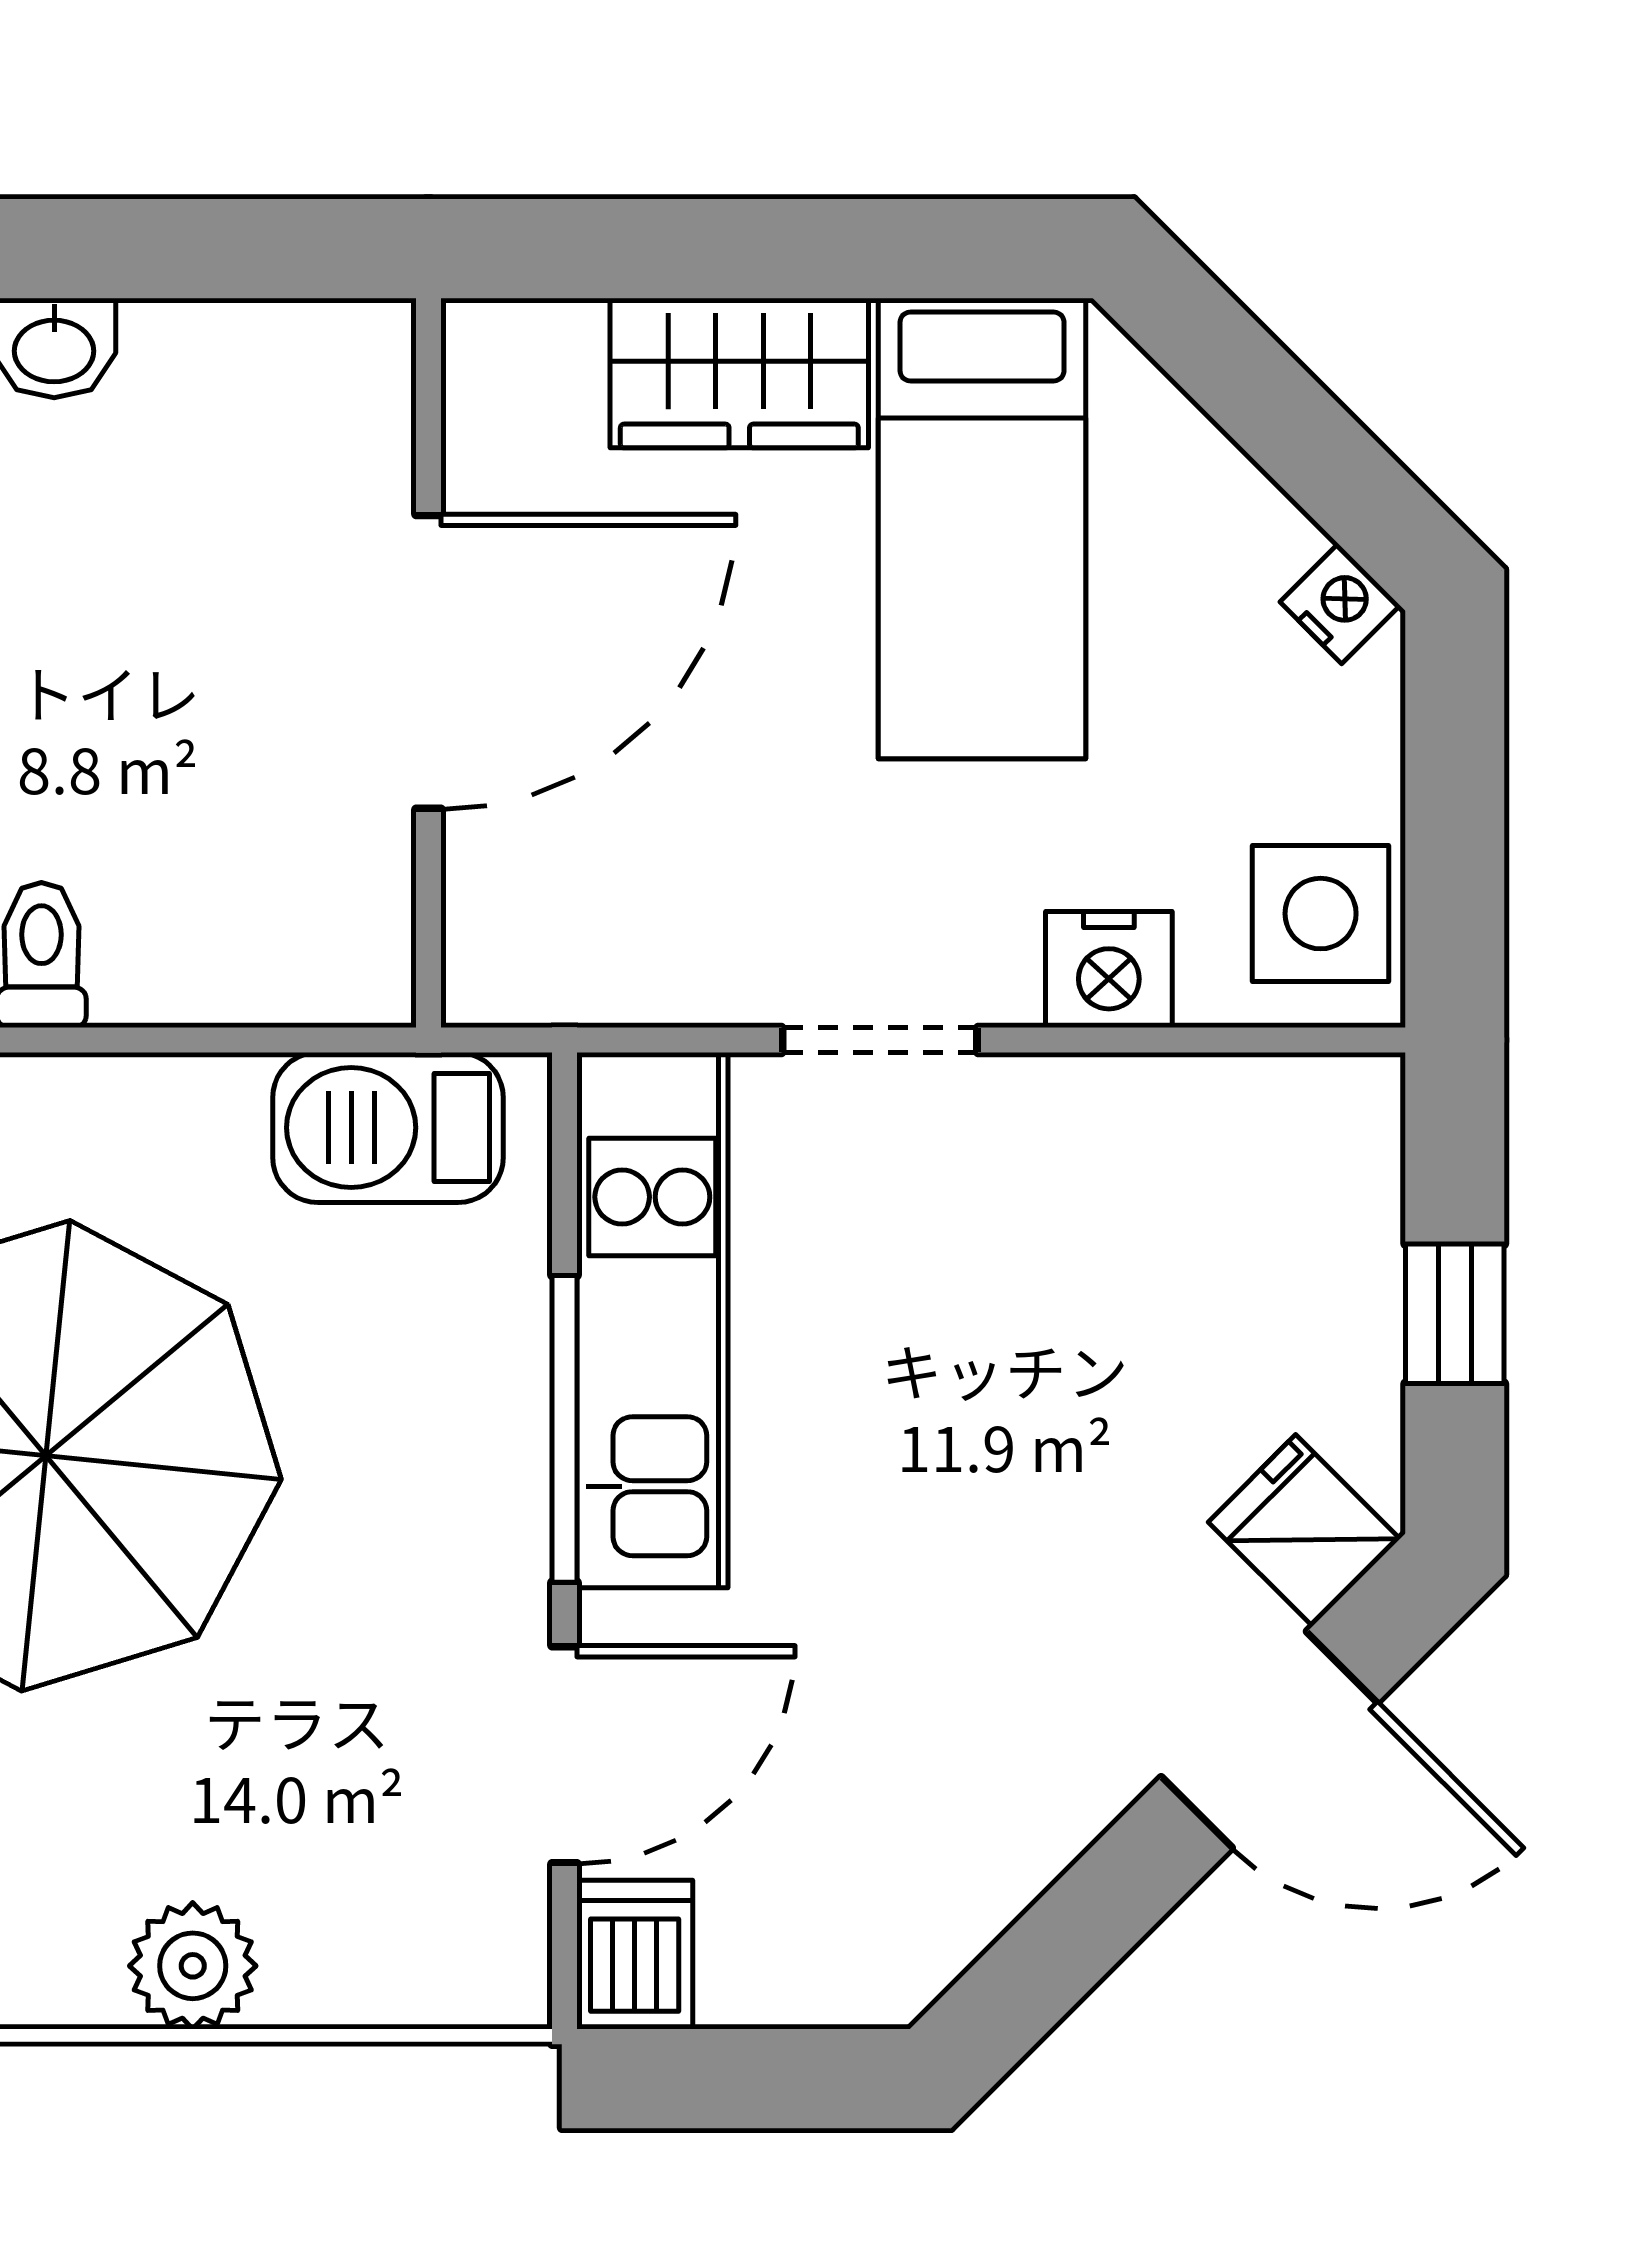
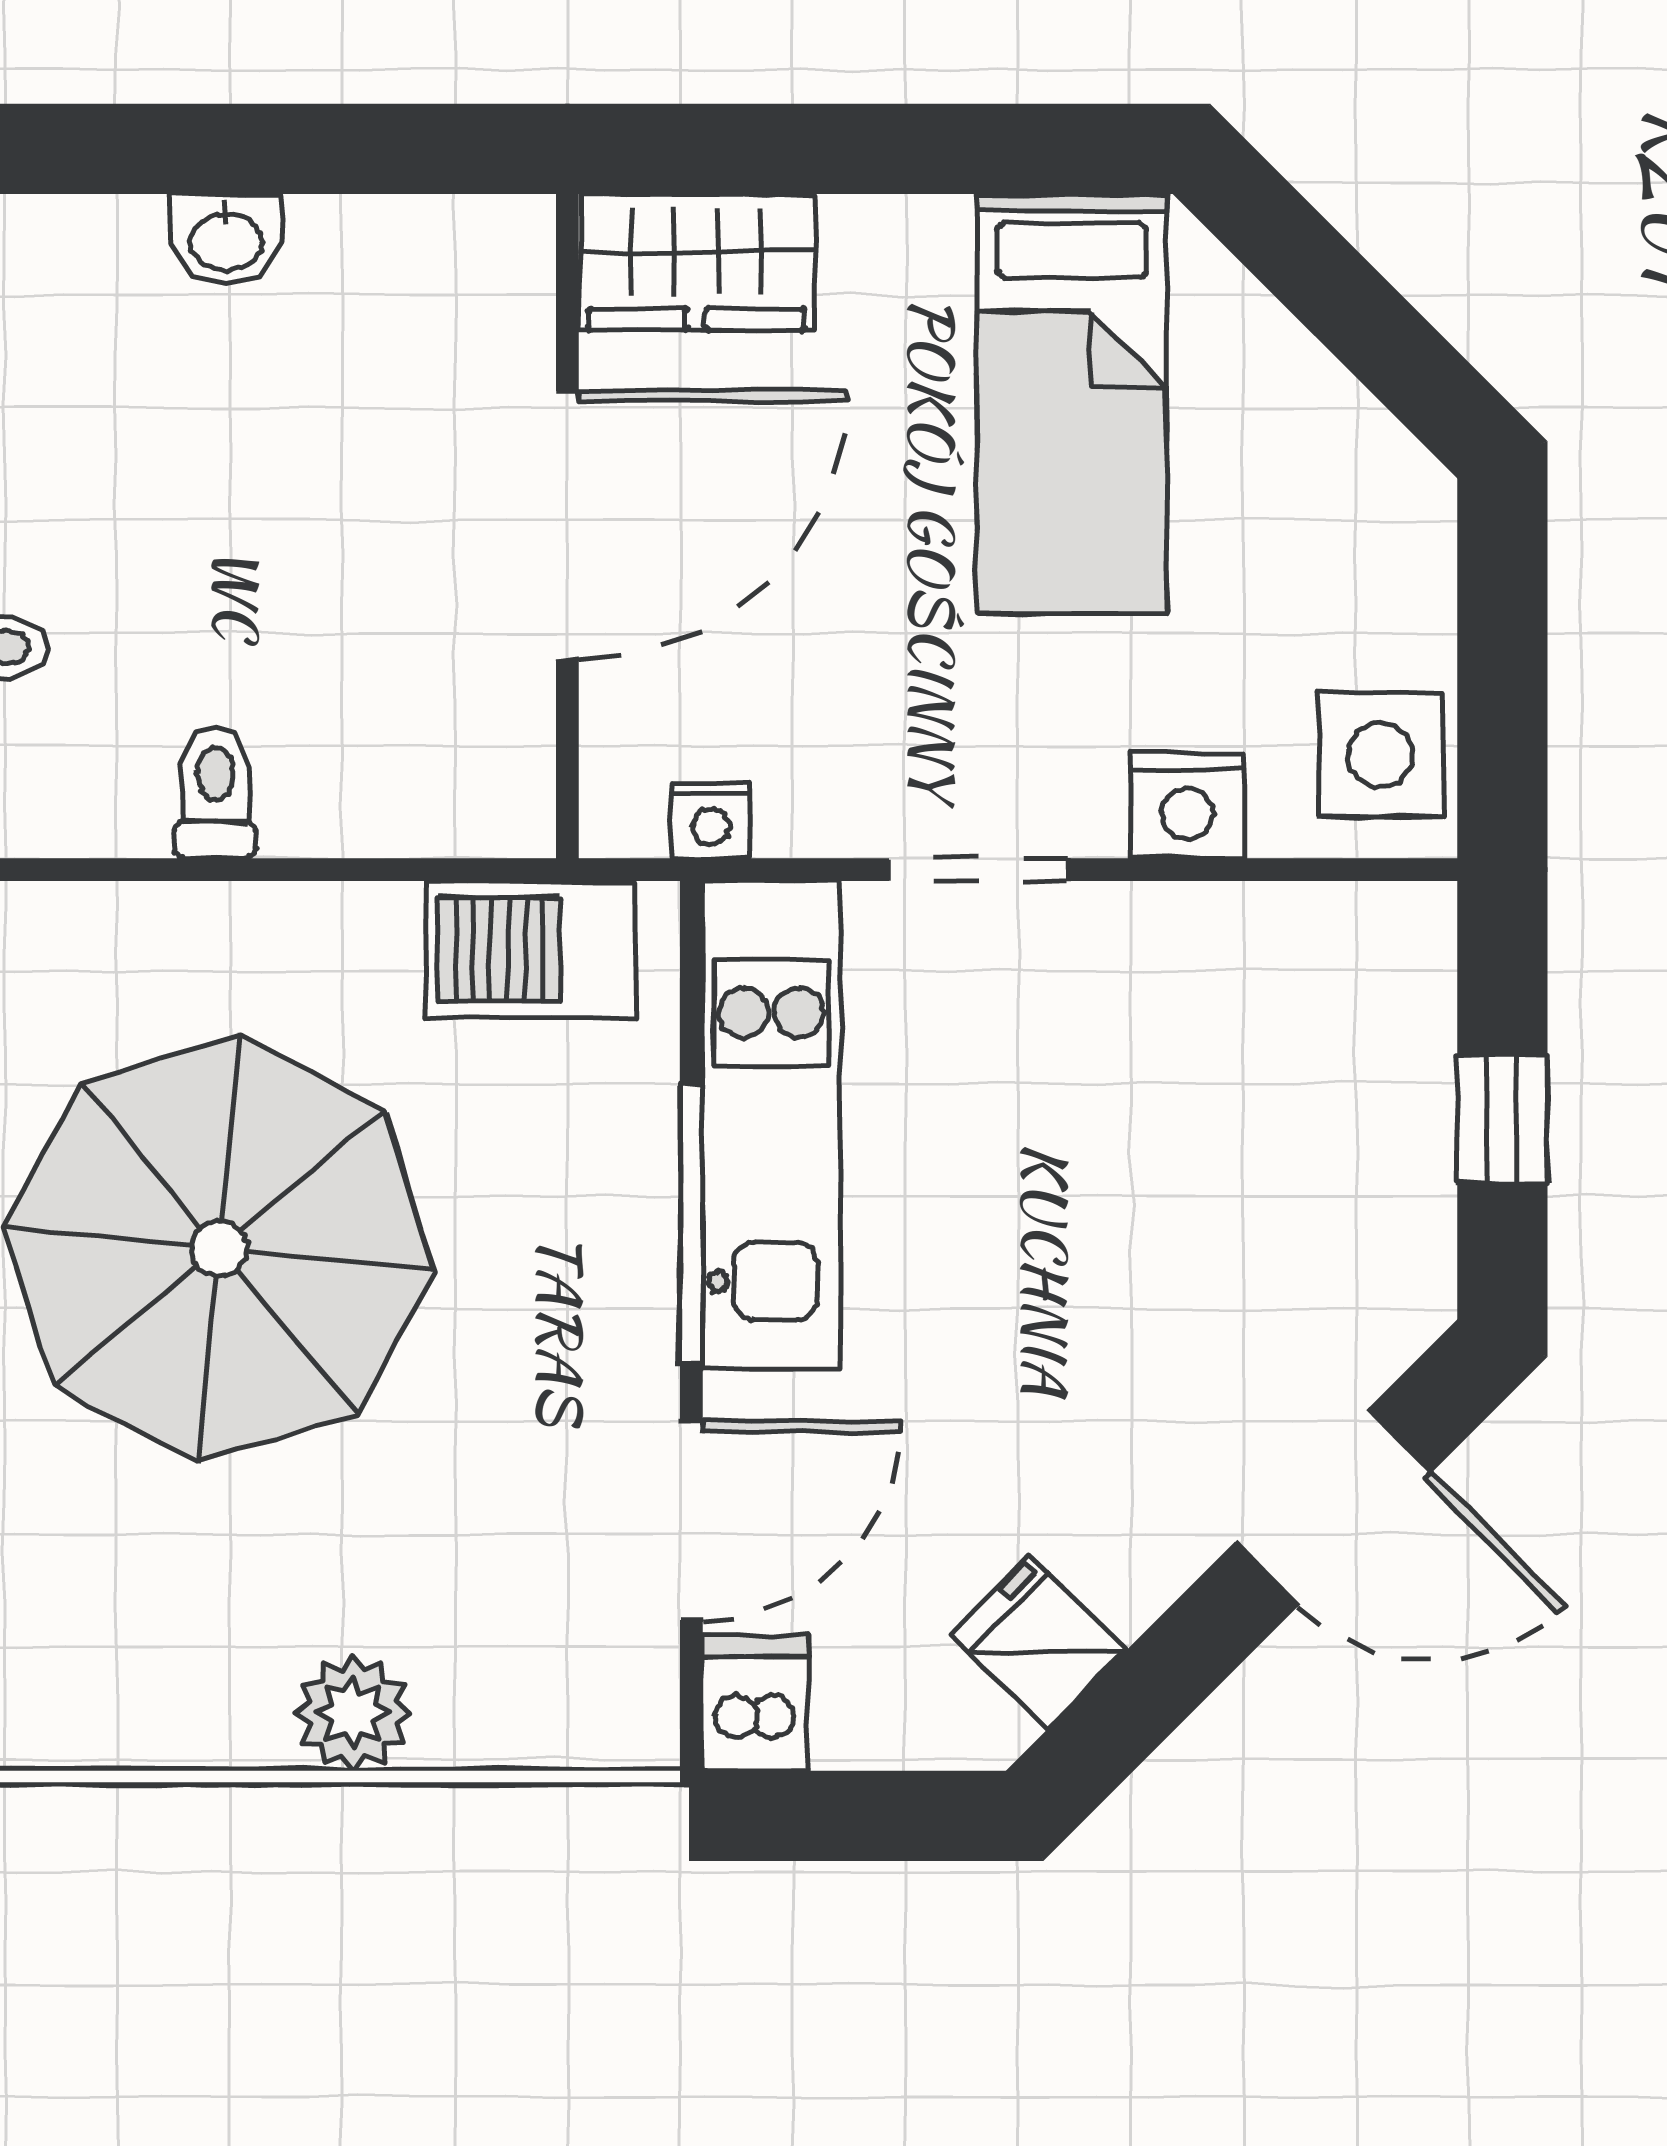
wardrobe: (739, 373) -> (696, 262), moved
nightstand: (1340, 604) -> (711, 821), moved, turned 135
fridge: (1304, 1530) -> (1039, 1643), moved

